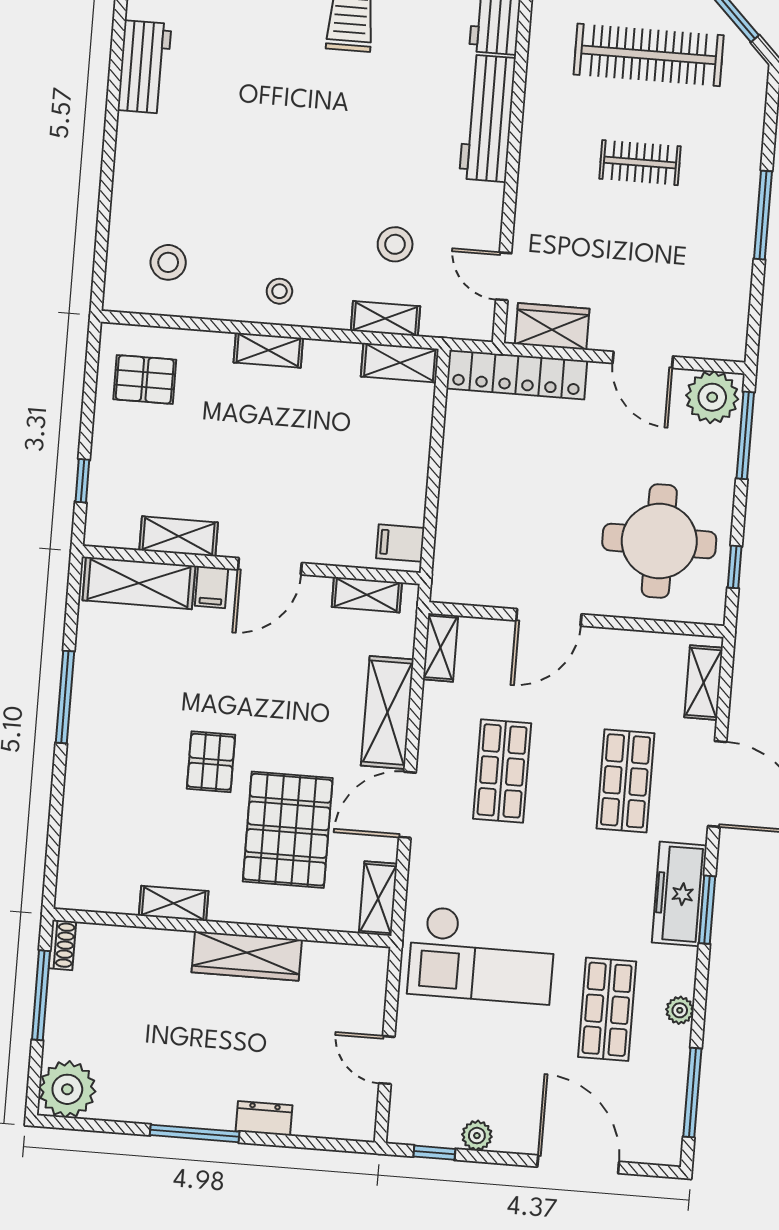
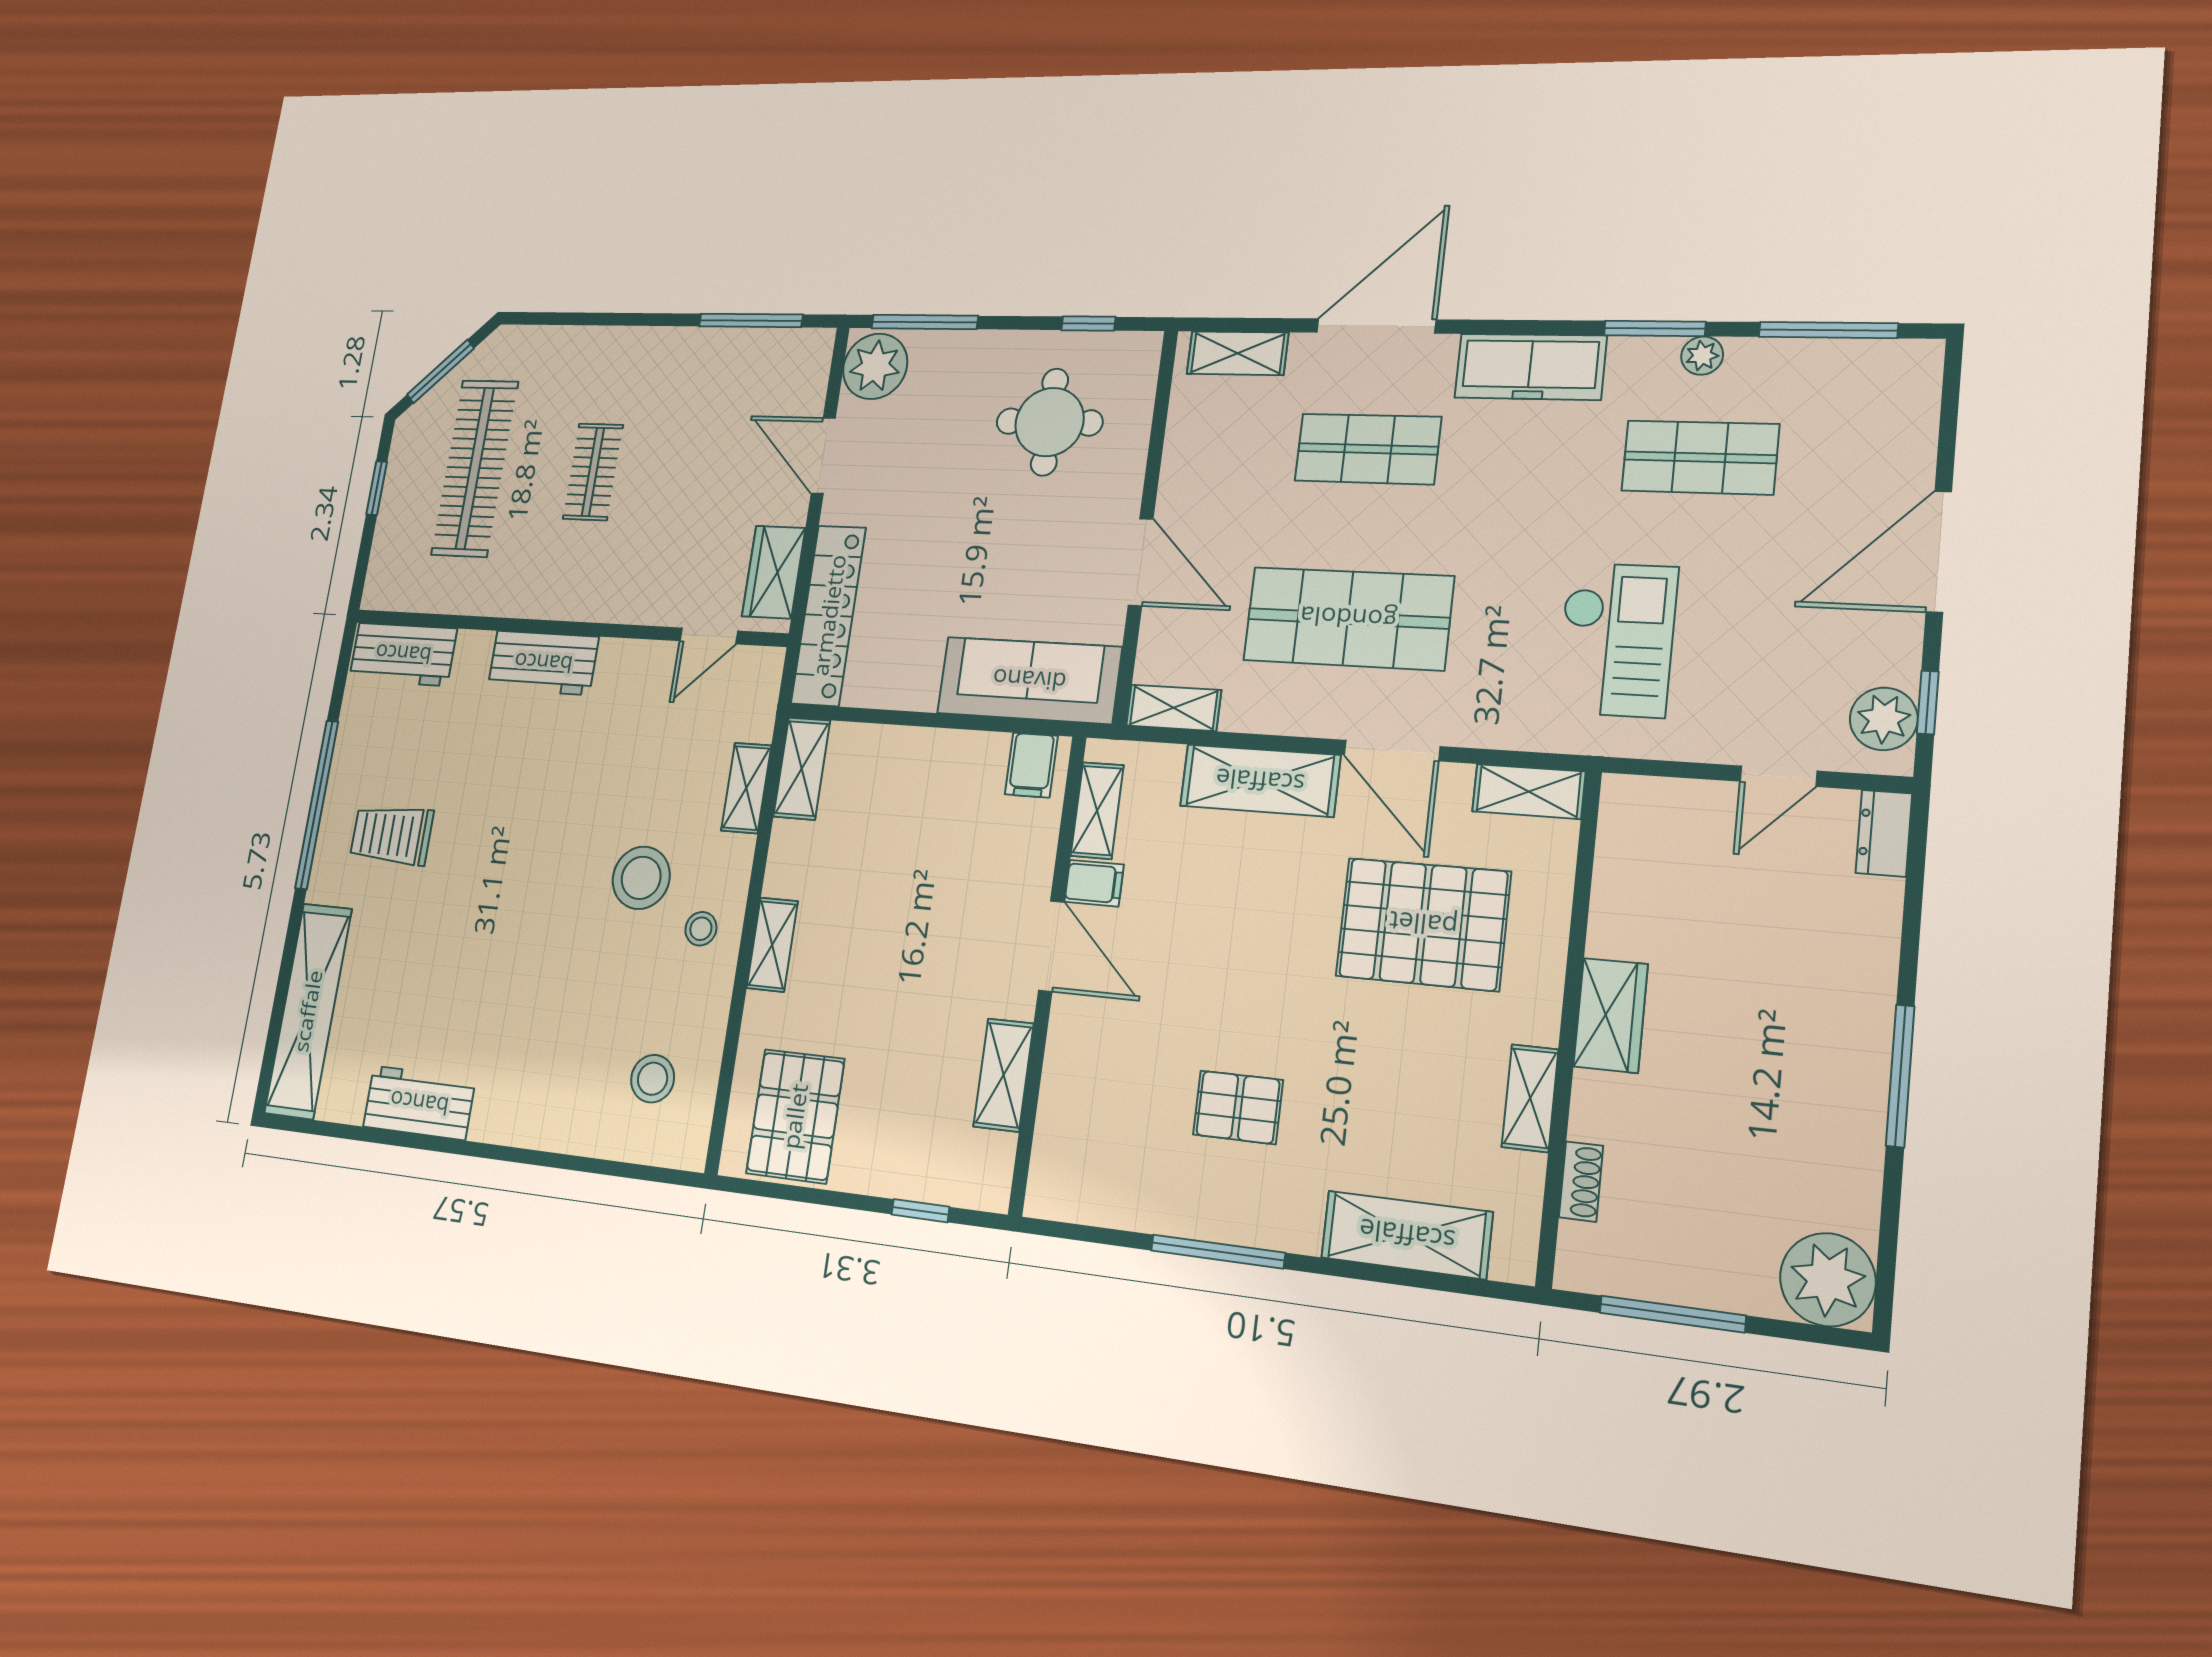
workbench: (487, 118) -> (543, 663), width x0.73
window: (763, 215) -> (751, 320), moved
stool: (395, 244) -> (641, 878), moved, width x1.38, depth x1.38
door: (643, 360) -> (823, 456), swing flipped
pallet: (145, 379) -> (795, 1116), width x1.50, depth x1.42
sofa: (463, 537) -> (1029, 680), added
round table: (659, 541) -> (1049, 422), width x0.73, depth x0.73
shelving: (139, 583) -> (1407, 1235), moved, turned 90
filing cabinet: (212, 587) -> (1094, 883), moved
pallet: (211, 762) -> (1238, 1107), moved
shop shelf: (502, 771) -> (1348, 618), width x1.43, depth x1.36
window: (707, 910) -> (1655, 329), moved
shoe rack: (62, 945) -> (1581, 1182), moved, turned 90
checkout: (482, 955) -> (1616, 640), width x0.73, depth x0.83
wardrobe: (247, 956) -> (1611, 1015), width x0.67
dresser: (264, 1118) -> (1884, 833), moved
plant: (477, 1136) -> (1884, 719), moved, width x1.38, depth x1.38
door: (578, 1164) -> (1939, 552), moved

